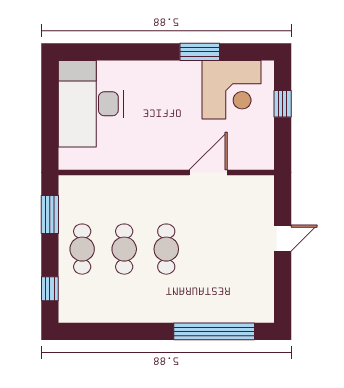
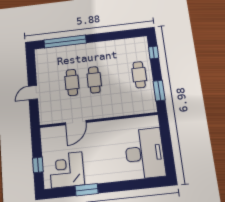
cafe table: (124, 249) -> (72, 82), moved

